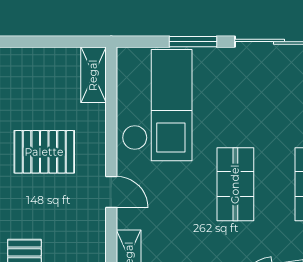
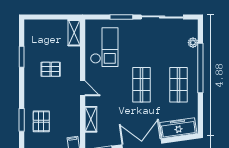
checkout: (157, 105) -> (104, 47), width x0.73, depth x0.83
pallet: (44, 152) -> (51, 69), width x0.67, depth x0.71

